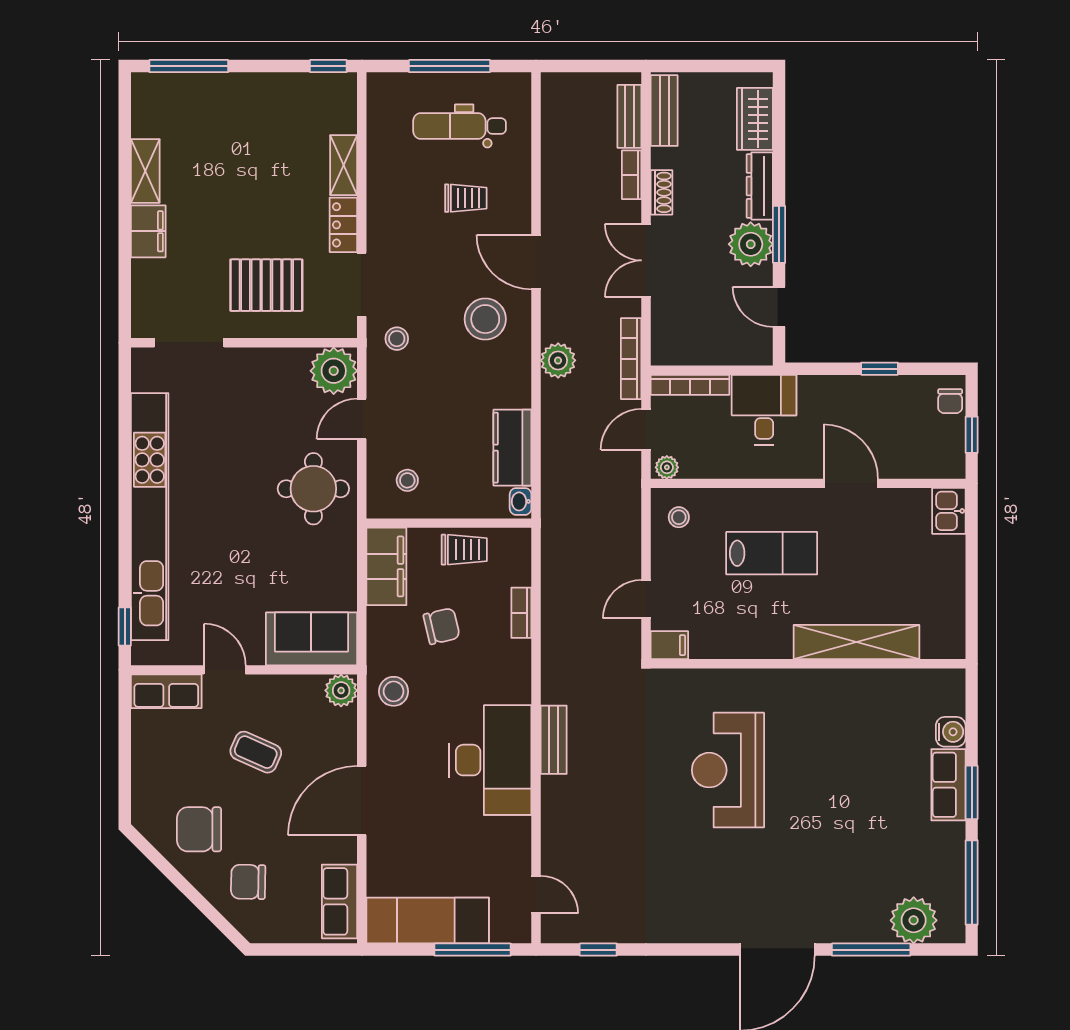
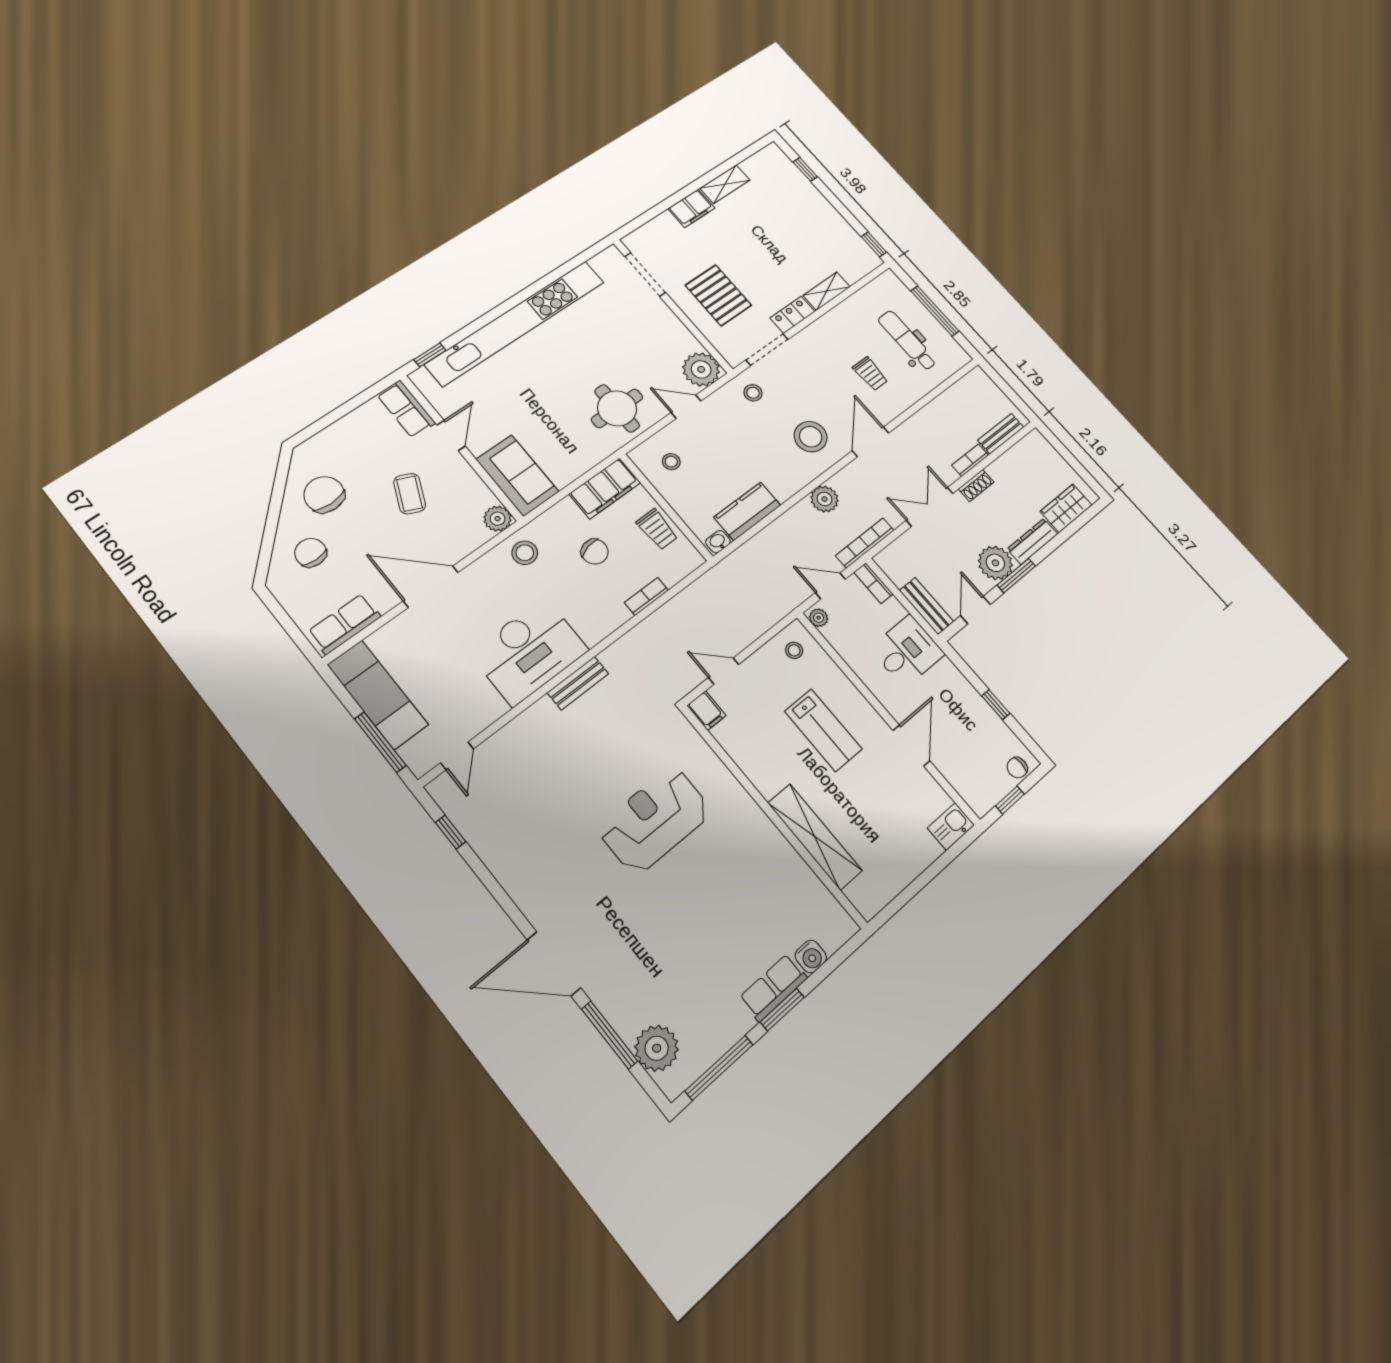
window: (189, 66) -> (805, 169), width x0.46
bench: (664, 111) -> (926, 606), moved, turned 90
bookcase: (690, 385) -> (873, 583), width x0.64

